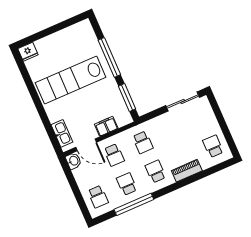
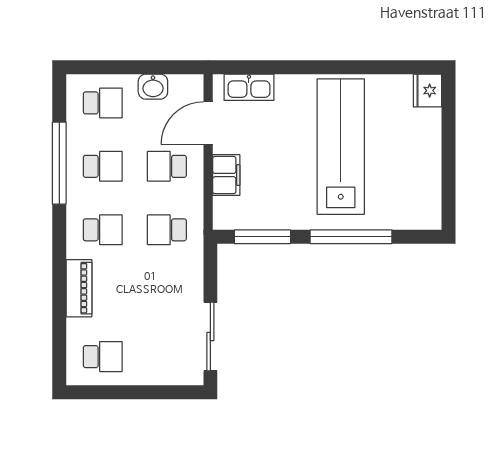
washbasin: (73, 161) -> (153, 87), moved
school desk: (98, 197) -> (103, 103), turned 180

